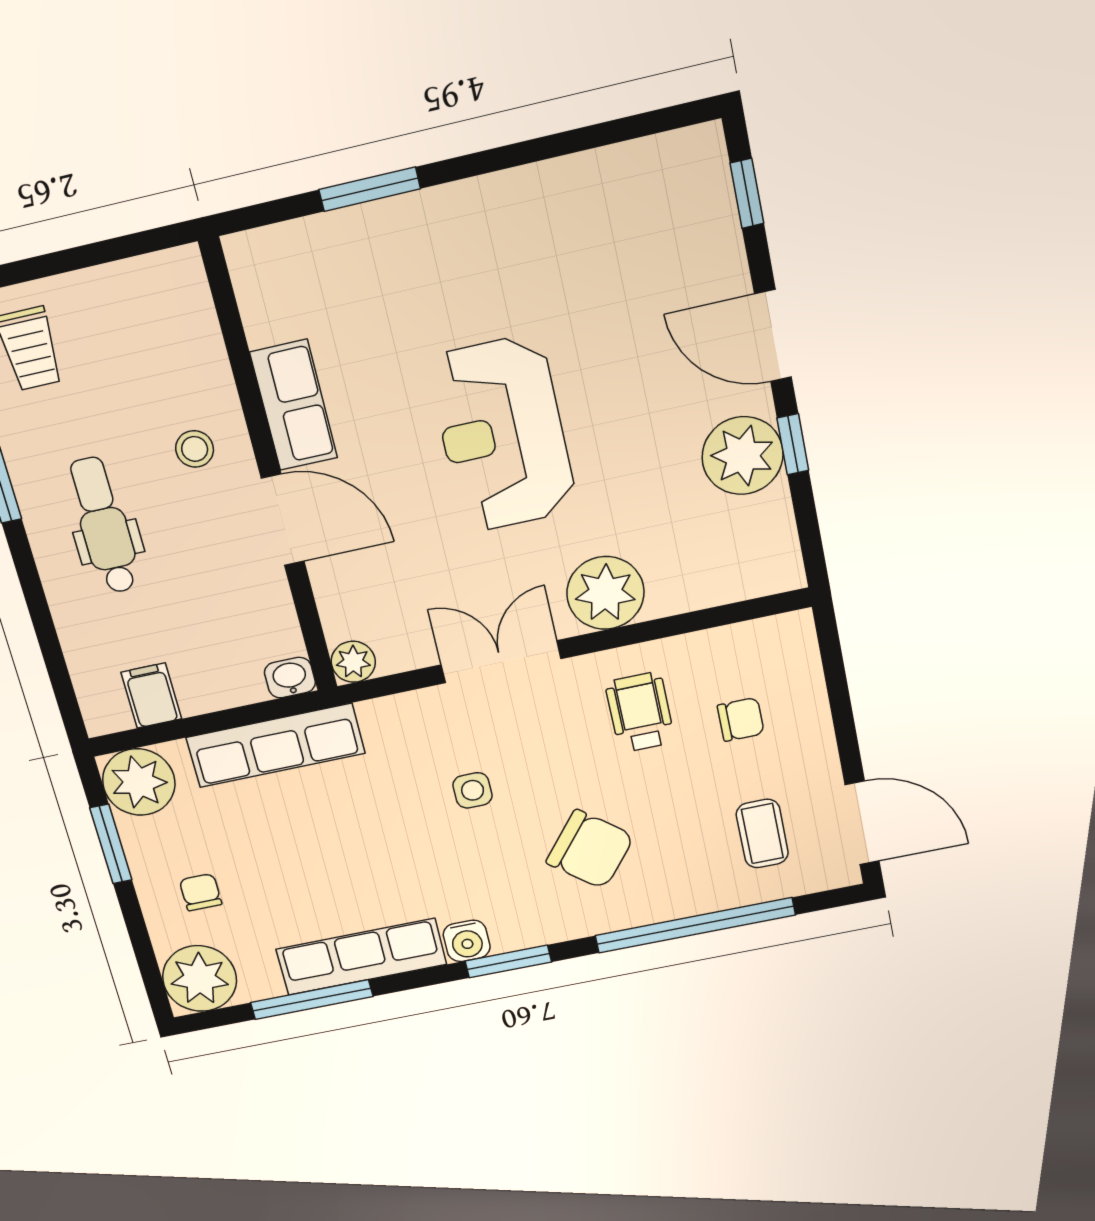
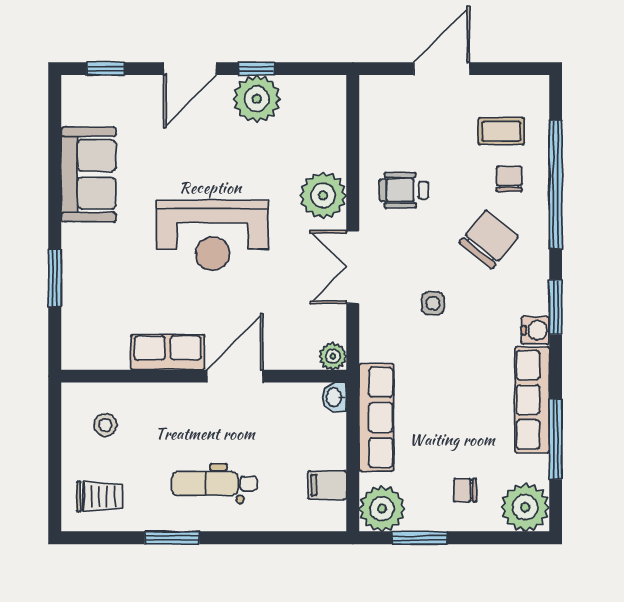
sofa: (559, 206) -> (89, 174), added
stool: (195, 449) -> (105, 425), moved
chair: (741, 719) -> (509, 179), moved
door: (862, 823) -> (442, 69), moved

